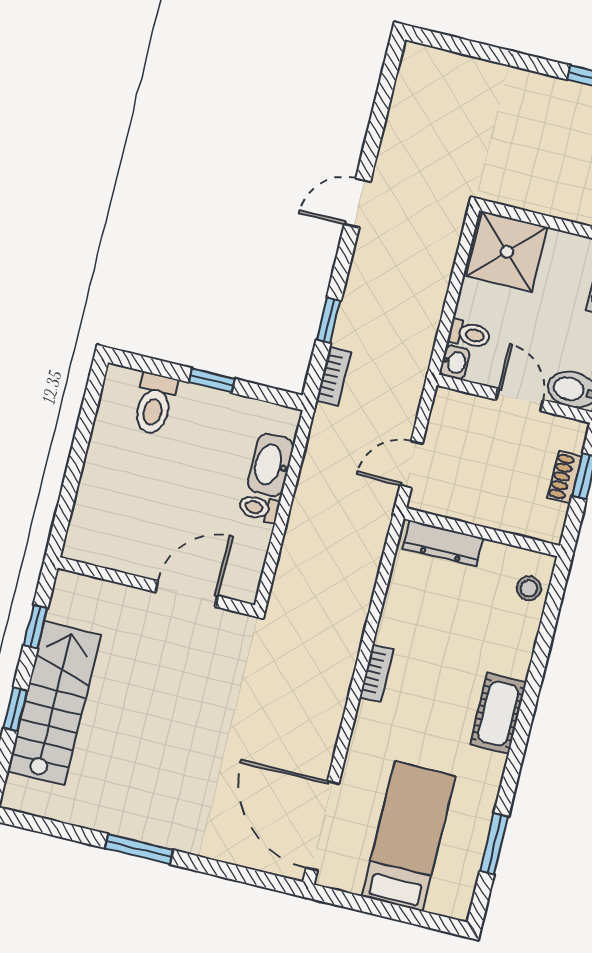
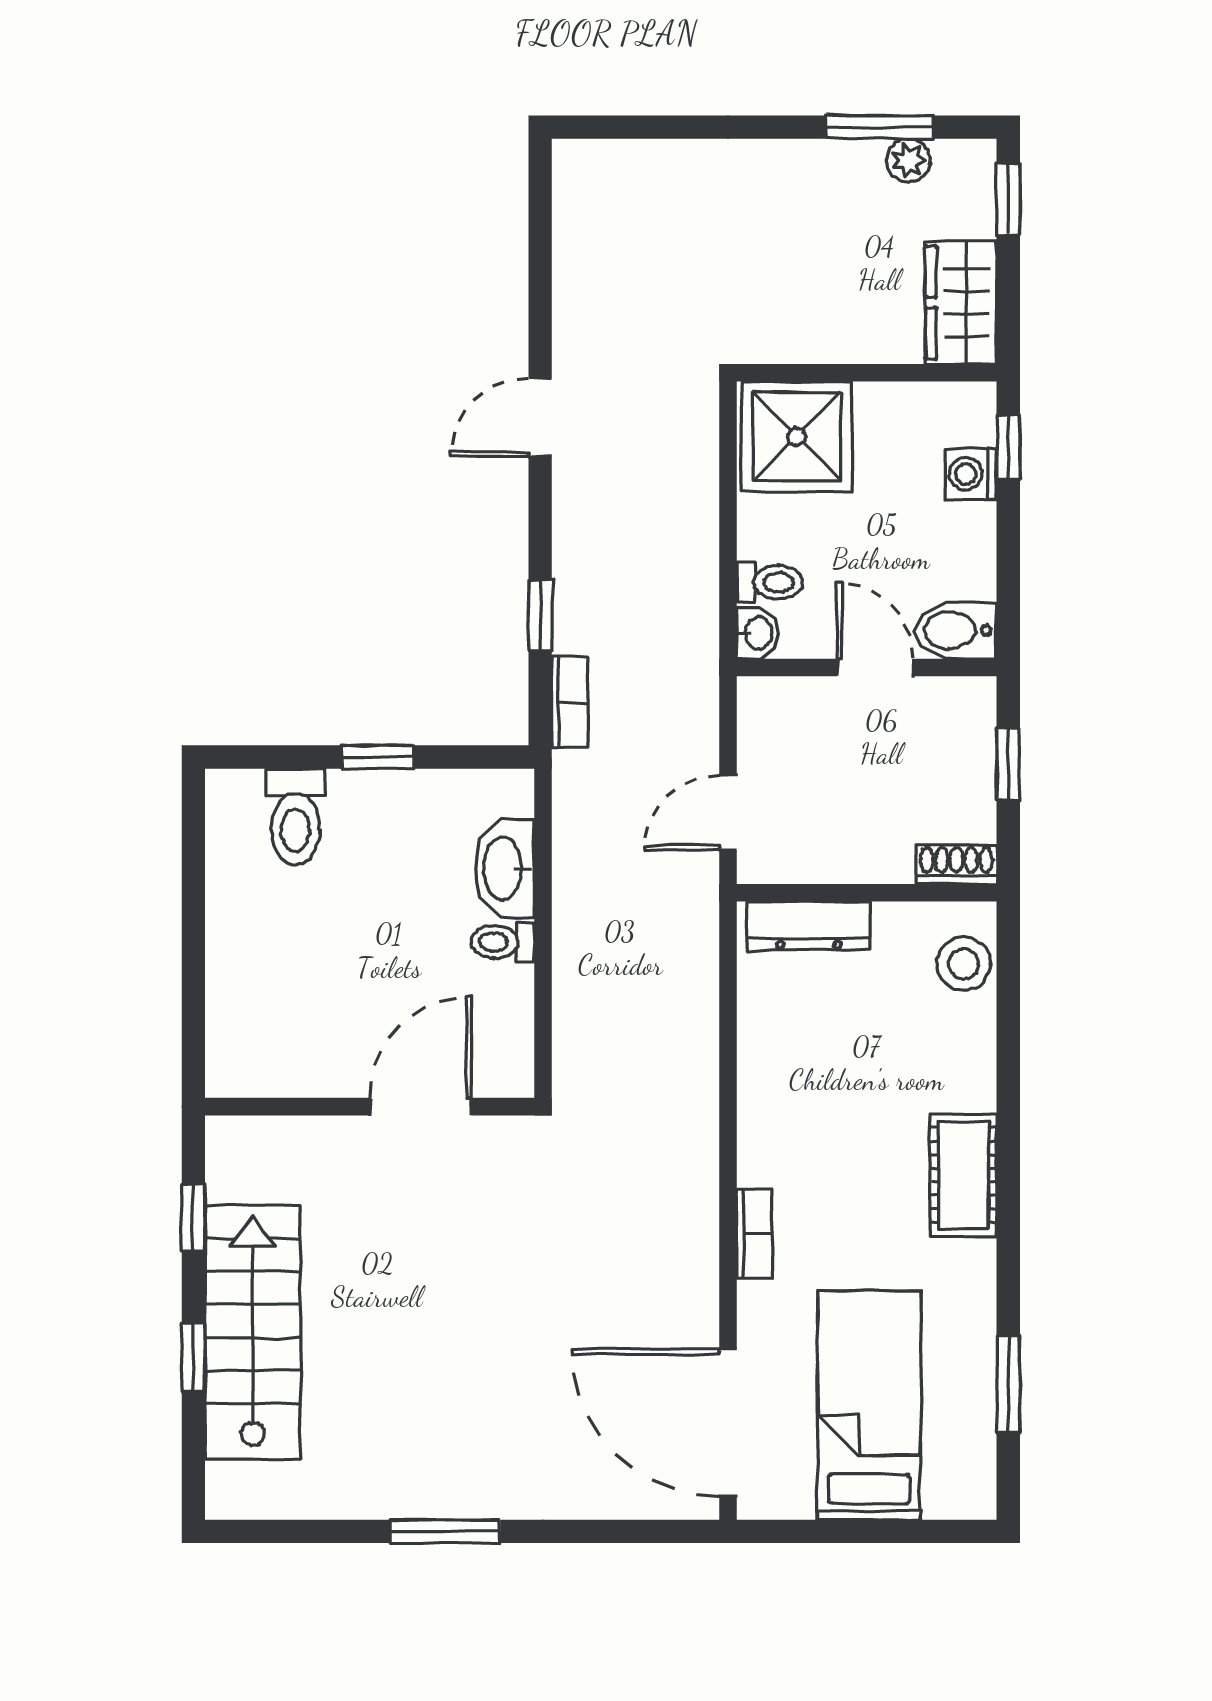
shoe rack: (565, 477) -> (956, 865), moved, turned 90
stool: (529, 588) -> (964, 964), width x1.37, depth x1.37
bookcase: (377, 673) -> (754, 1234), moved

